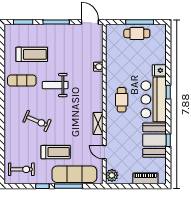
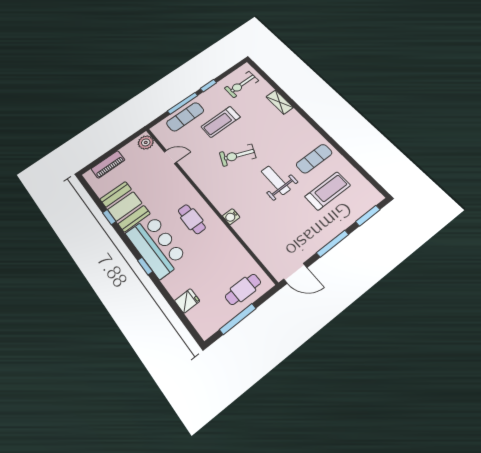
cafe table: (137, 33) -> (243, 289), moved
treadmill: (32, 54) -> (328, 191), turned 180
water cooler: (98, 67) -> (231, 217), moved
fridge: (159, 70) -> (187, 301), moved
weight bench: (55, 85) -> (276, 180), turned -90
exercise bike: (37, 121) -> (238, 155), moved
shelving: (98, 124) -> (280, 102), moved
exercise mat: (74, 174) -> (185, 117), width x0.73, depth x0.69

